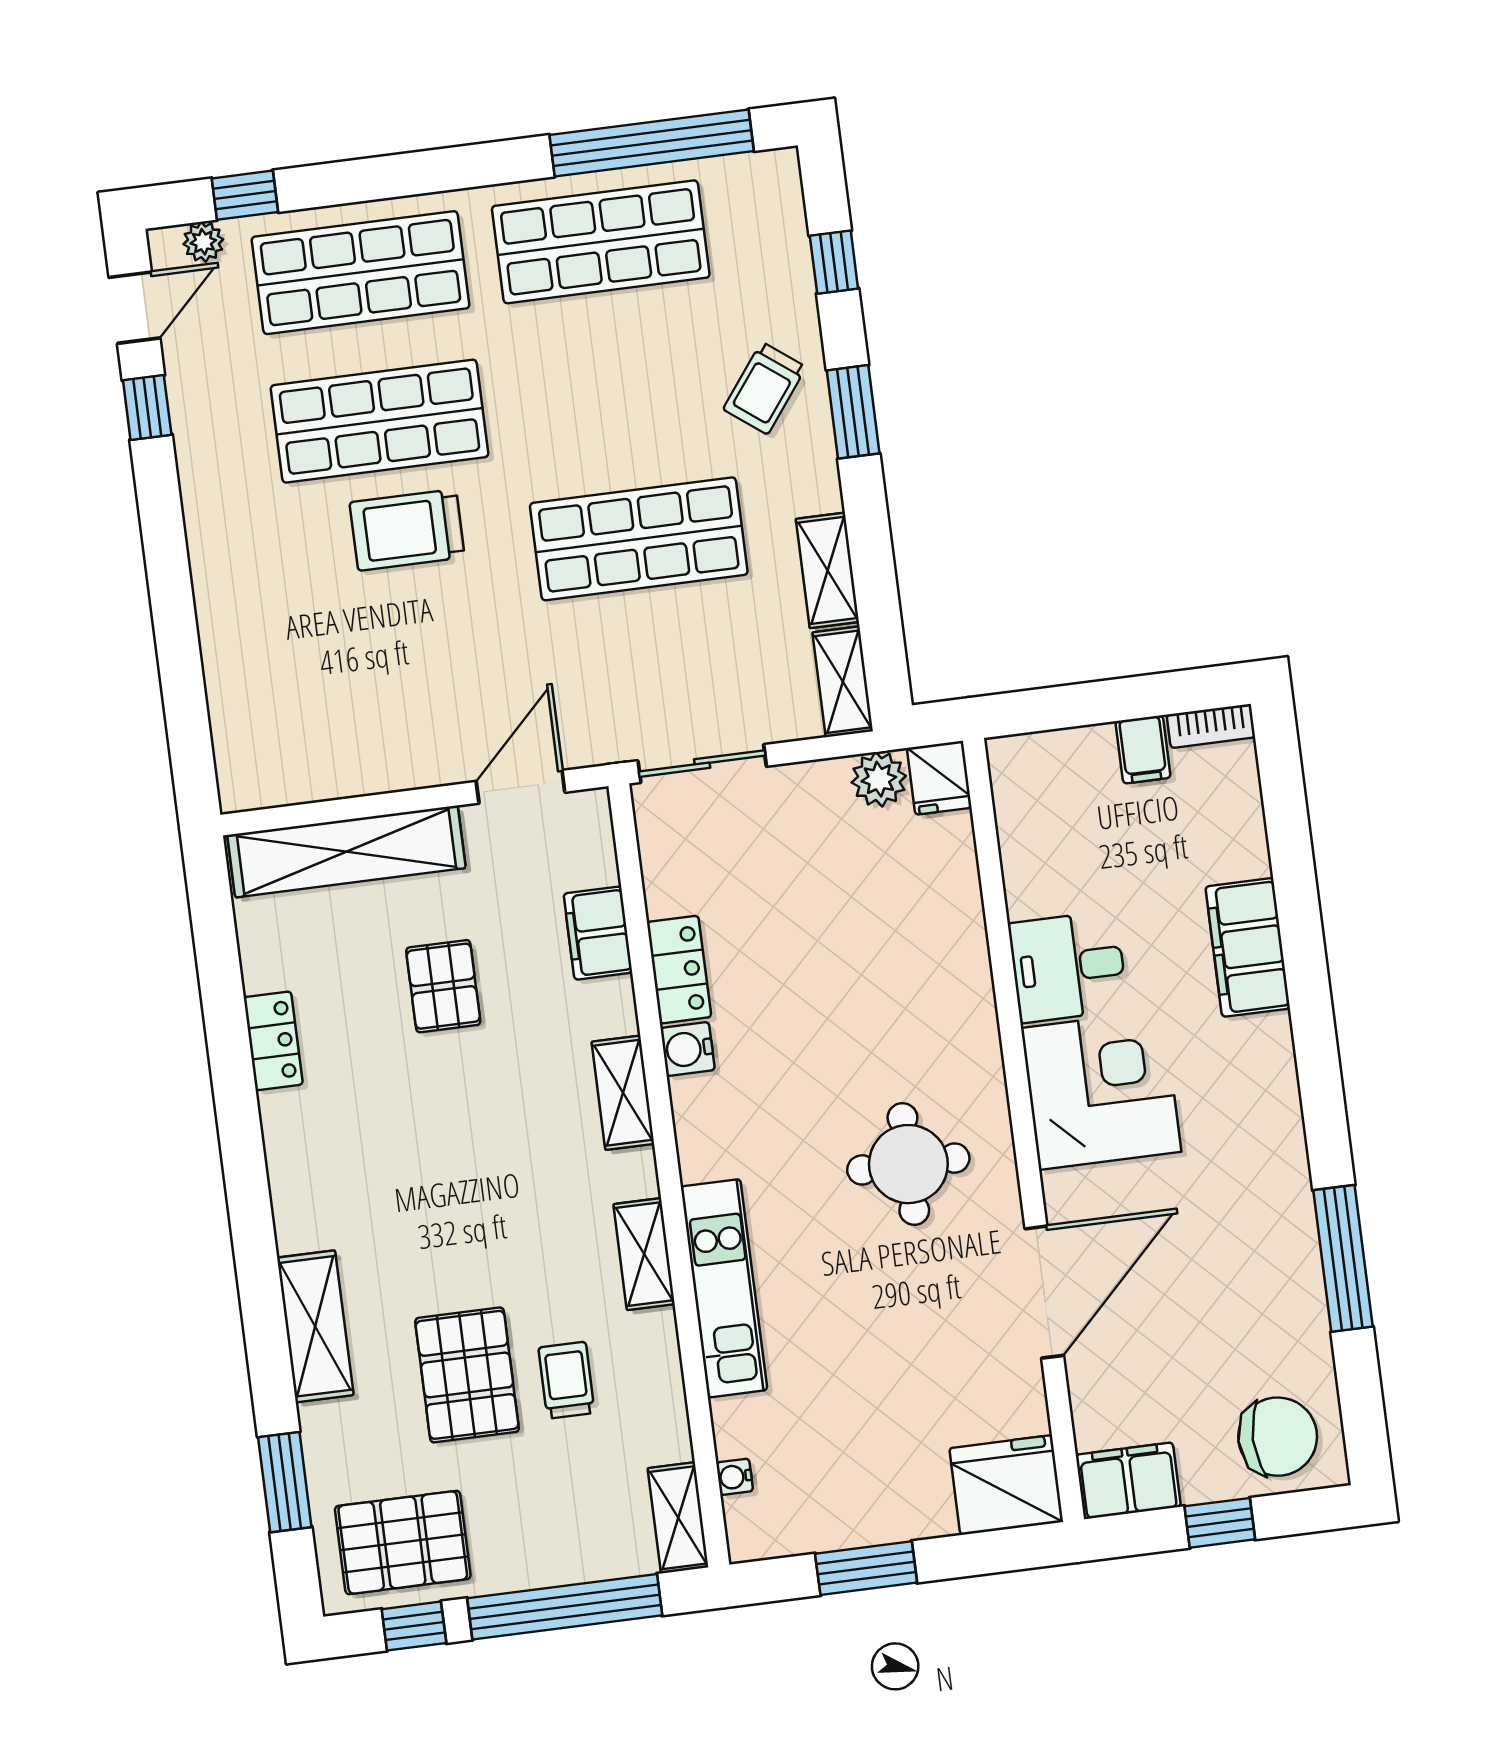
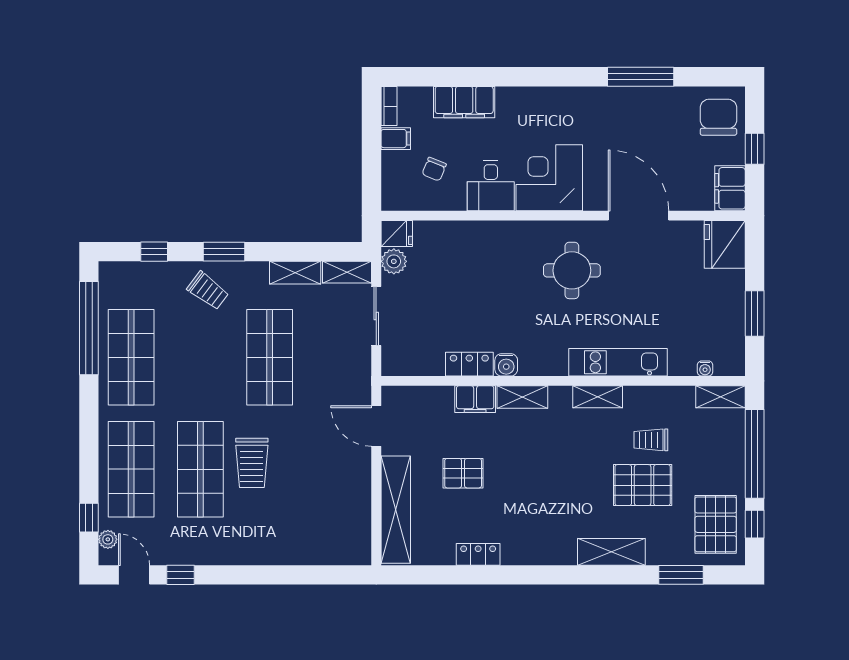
sliding door: (702, 764) -> (376, 316), moved
chair: (1088, 840) -> (434, 169), added
filing cabinet: (598, 933) -> (475, 399), moved
filing cabinet: (1248, 947) -> (464, 102), moved

